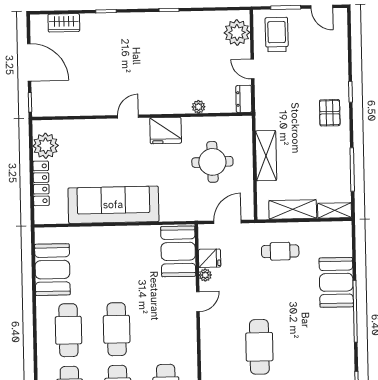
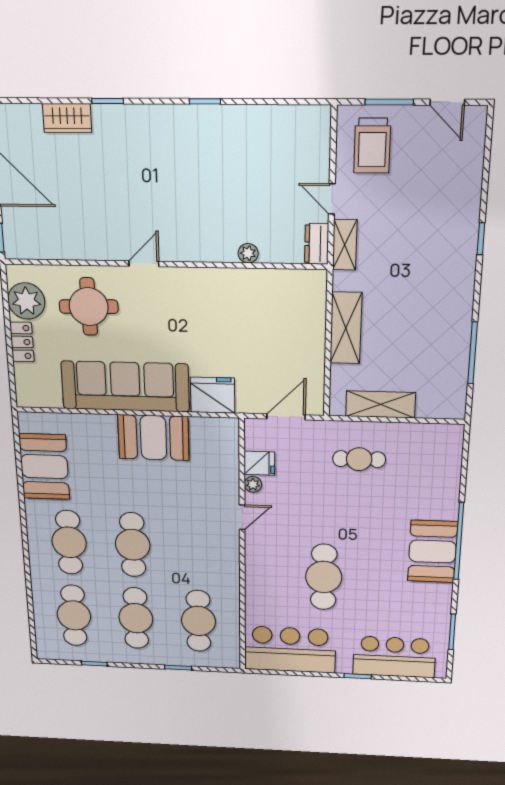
wardrobe: (64, 23) -> (67, 118), moved
plant: (237, 33) -> (310, 141), removed
trolley: (277, 35) -> (372, 146), turned 180
pallet: (330, 113) -> (446, 269), removed
fridge: (166, 131) -> (213, 395), moved, turned 180
round table: (212, 162) -> (89, 307), moved
locker: (41, 183) -> (22, 342), width x0.66
shelving: (335, 210) -> (345, 245), moved, turned 90
booth: (178, 251) -> (153, 438), moved, turned 90
booth: (336, 282) -> (432, 551), moved

